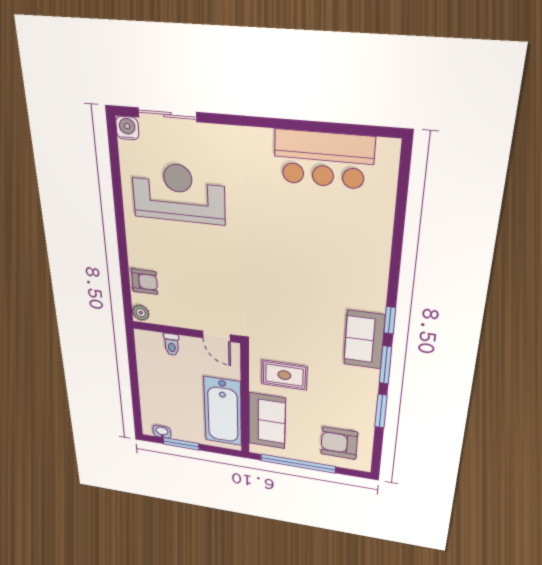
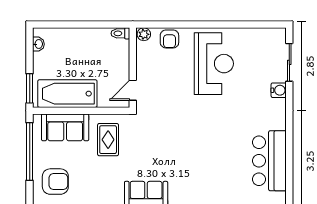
water cooler: (127, 128) -> (279, 90), moved
reception desk: (178, 193) -> (214, 64), moved
toilet: (172, 344) -> (120, 33), moved
armchair: (339, 443) -> (55, 182), turned 90
window: (181, 444) -> (30, 88), moved

